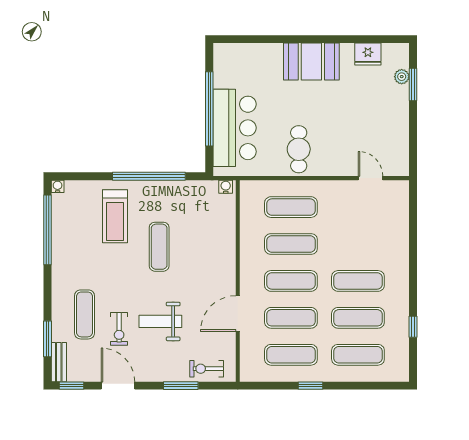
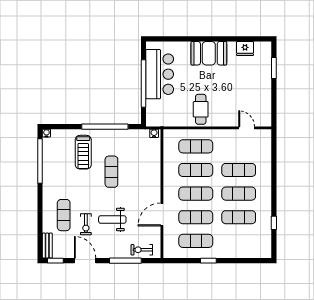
plant: (402, 77) -> (267, 63), removed
bar counter: (235, 128) -> (160, 74), moved
window: (47, 339) -> (40, 231), removed
exercise mat: (358, 355) -> (239, 170), moved
window: (181, 386) -> (125, 261), width x1.44

